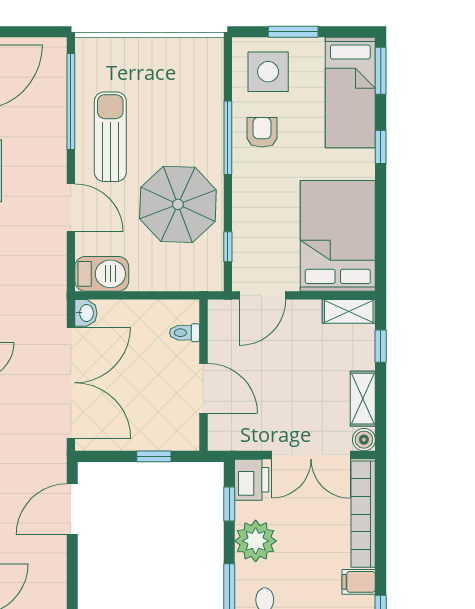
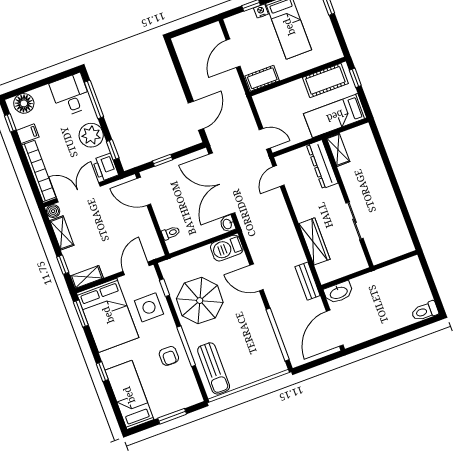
window: (381, 71) -> (81, 314), moved
side table: (268, 72) -> (149, 307), moved
sun lounger: (110, 137) -> (214, 368), moved
door: (203, 388) -> (144, 191), moved

